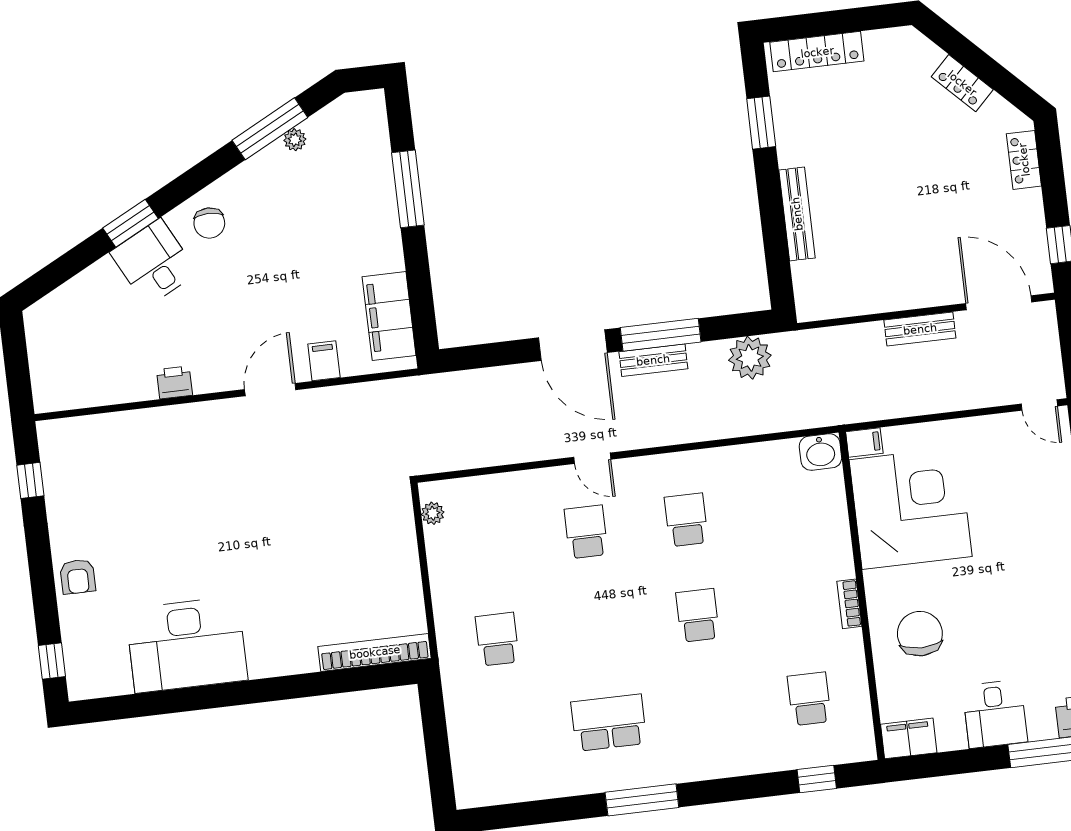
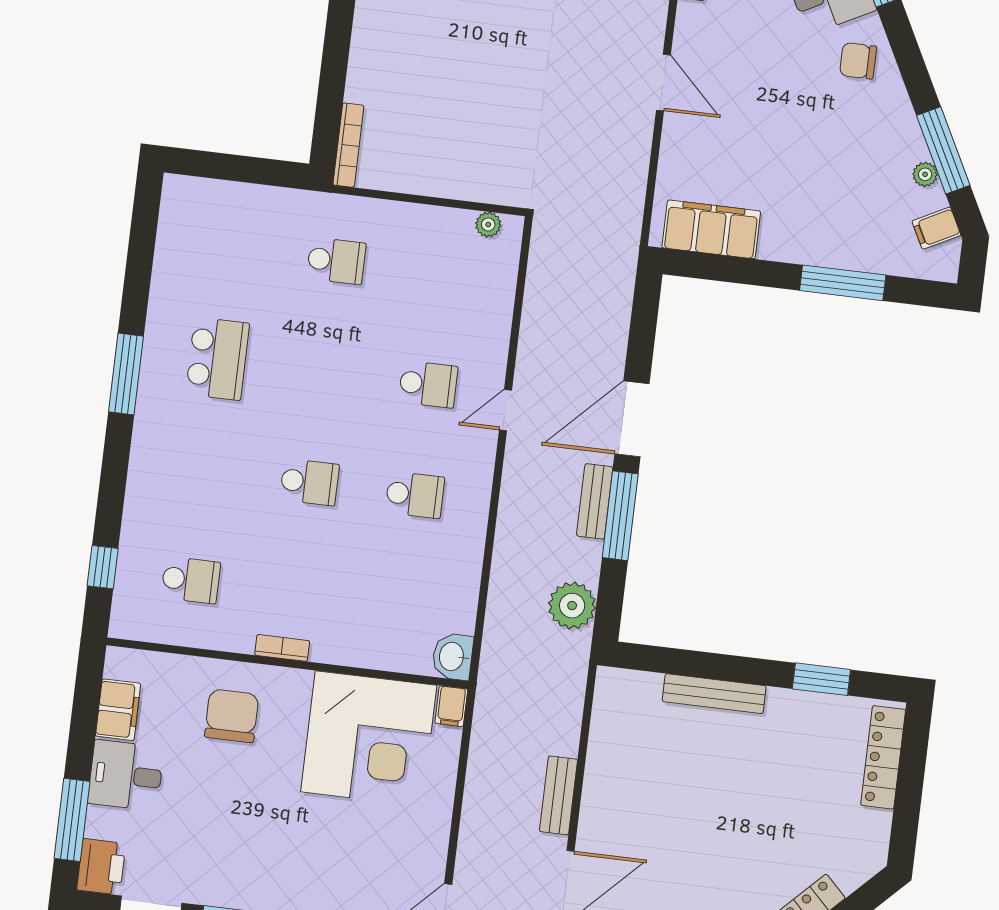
filing cabinet: (324, 361) -> (936, 228), moved, turned 153
chair: (920, 634) -> (232, 716), turned -90
bookcase: (375, 652) -> (348, 145), width x0.68, depth x0.76
filing cabinet: (909, 738) -> (118, 710), moved

